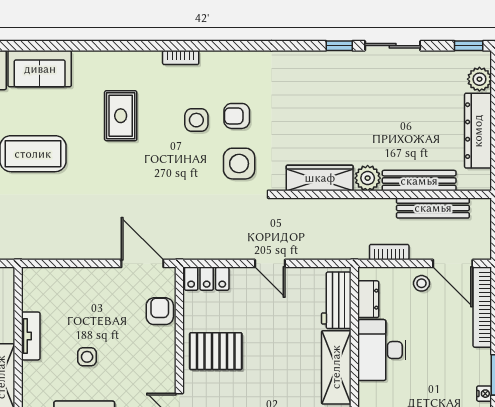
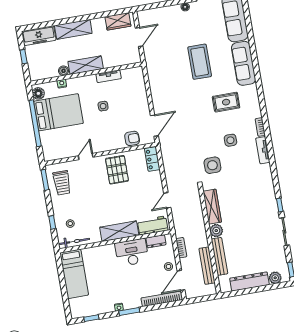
tv unit: (227, 60) -> (263, 150), added
sofa: (40, 69) -> (244, 63), width x1.36
armchair: (237, 116) -> (236, 160), removed
door: (270, 263) -> (167, 200), moved

